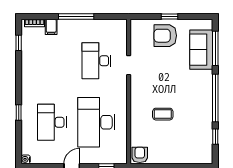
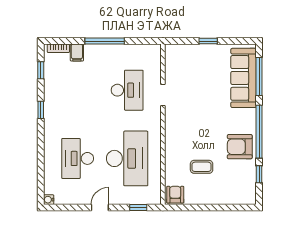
armchair: (165, 36) -> (240, 147), moved
sofa: (201, 50) -> (243, 78), width x1.36
desk: (96, 61) -> (127, 90), turned 180
window: (19, 113) -> (41, 110), moved
coffee table: (163, 114) -> (202, 167), moved
desk: (96, 122) -> (127, 158), turned 180

